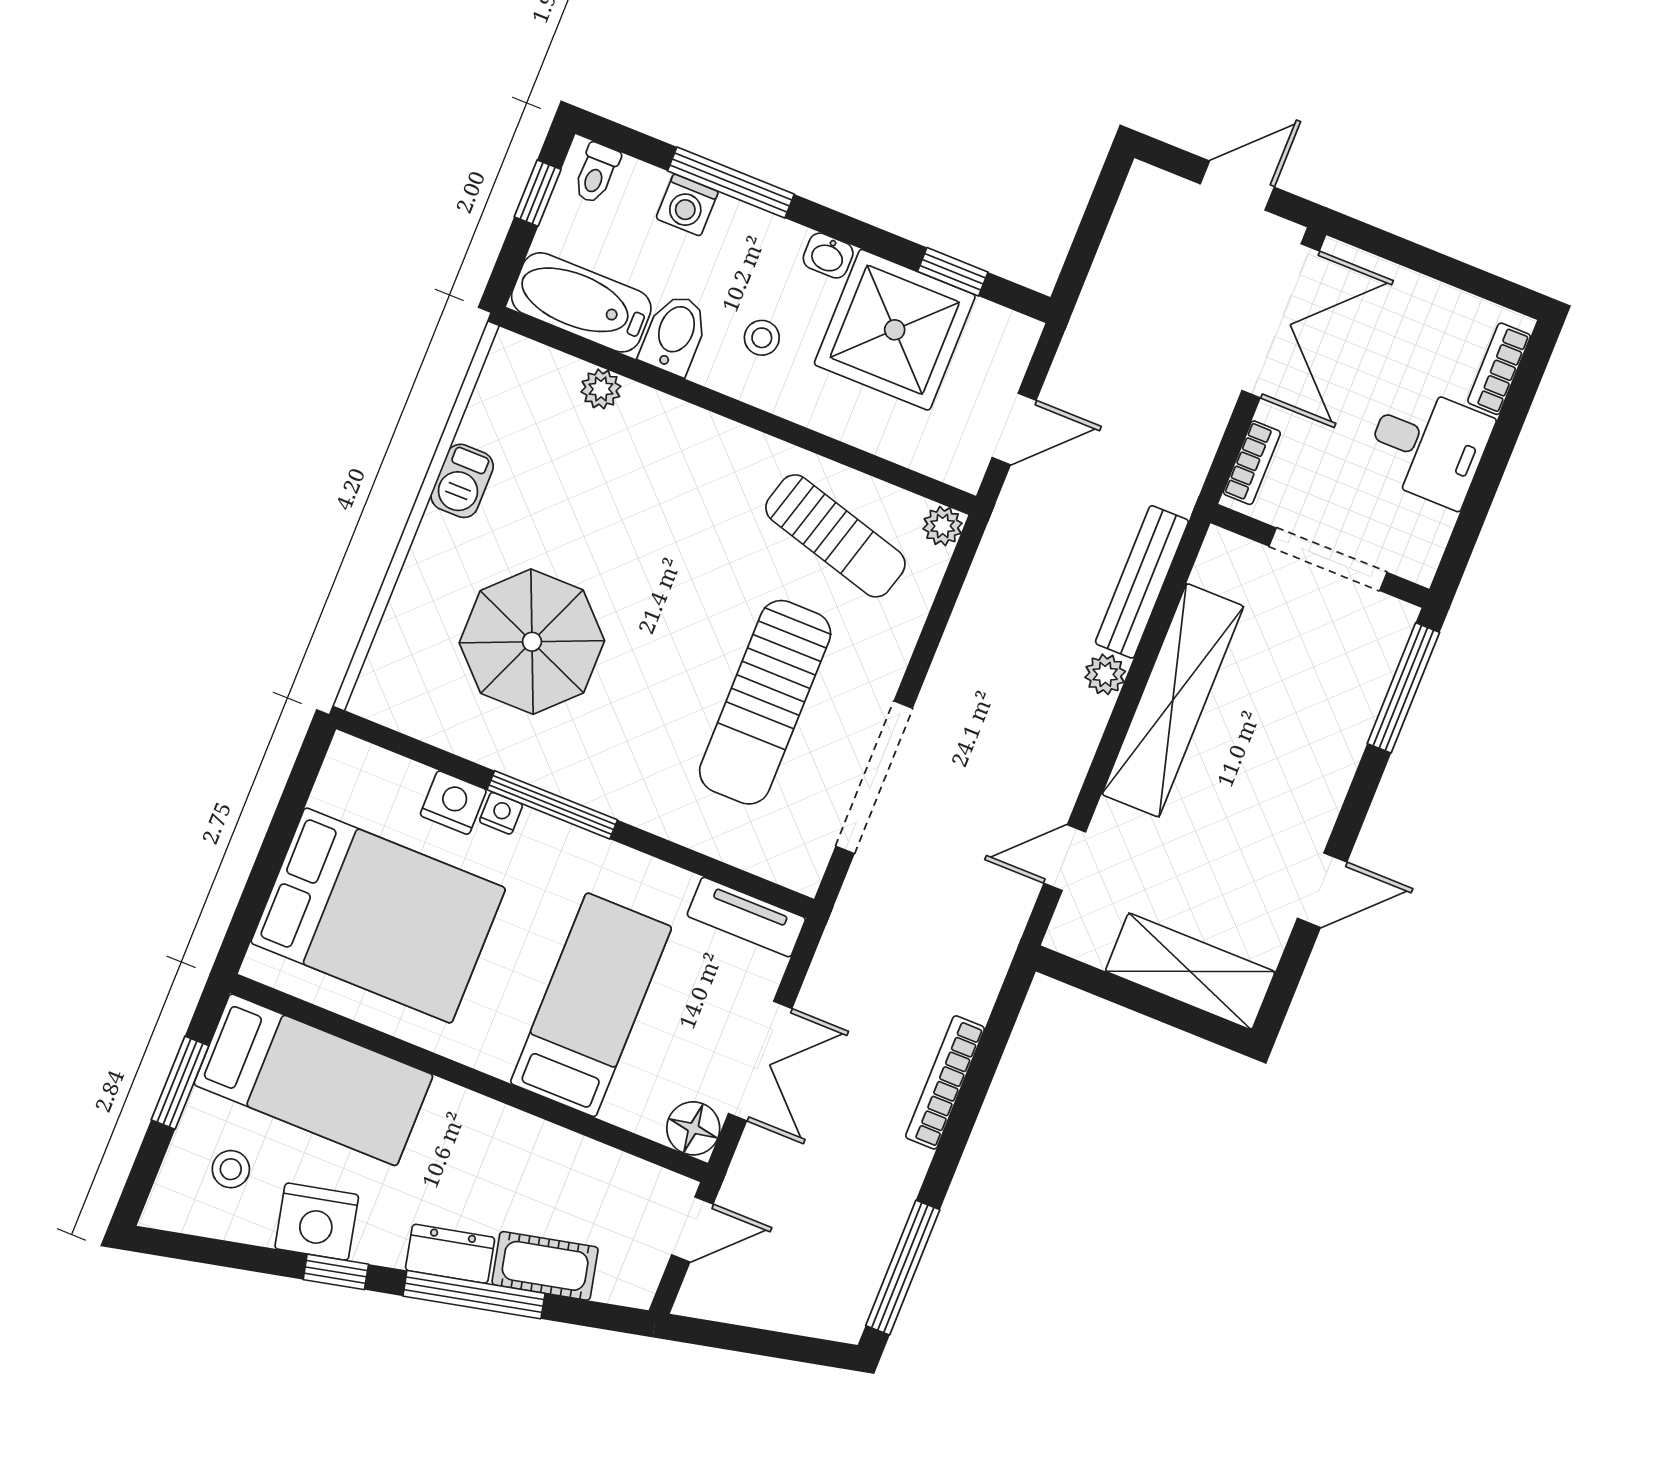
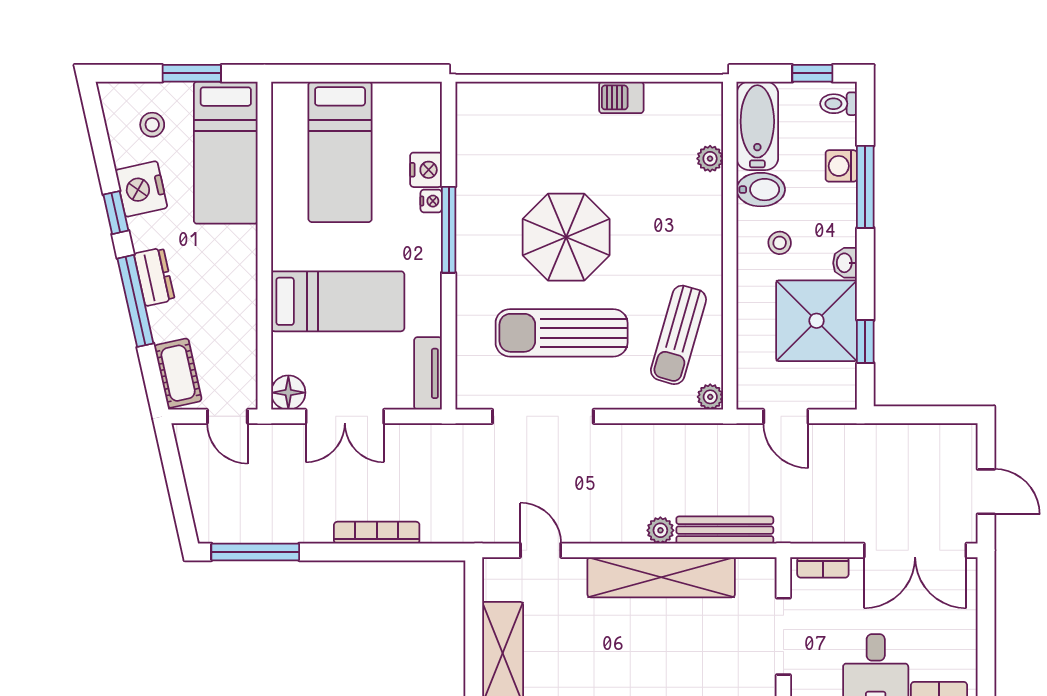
parasol: (532, 642) -> (566, 237), moved
bed: (378, 915) -> (340, 152), width x0.67
cot: (545, 1266) -> (178, 373), moved

